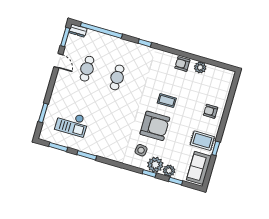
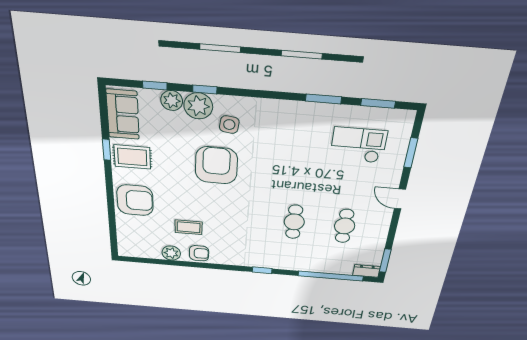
door: (58, 61) -> (400, 199), moved
coffee table: (167, 101) -> (189, 227), moved
armchair: (211, 111) -> (135, 200), width x1.88, depth x1.88
armchair: (155, 126) -> (216, 165), turned 90

